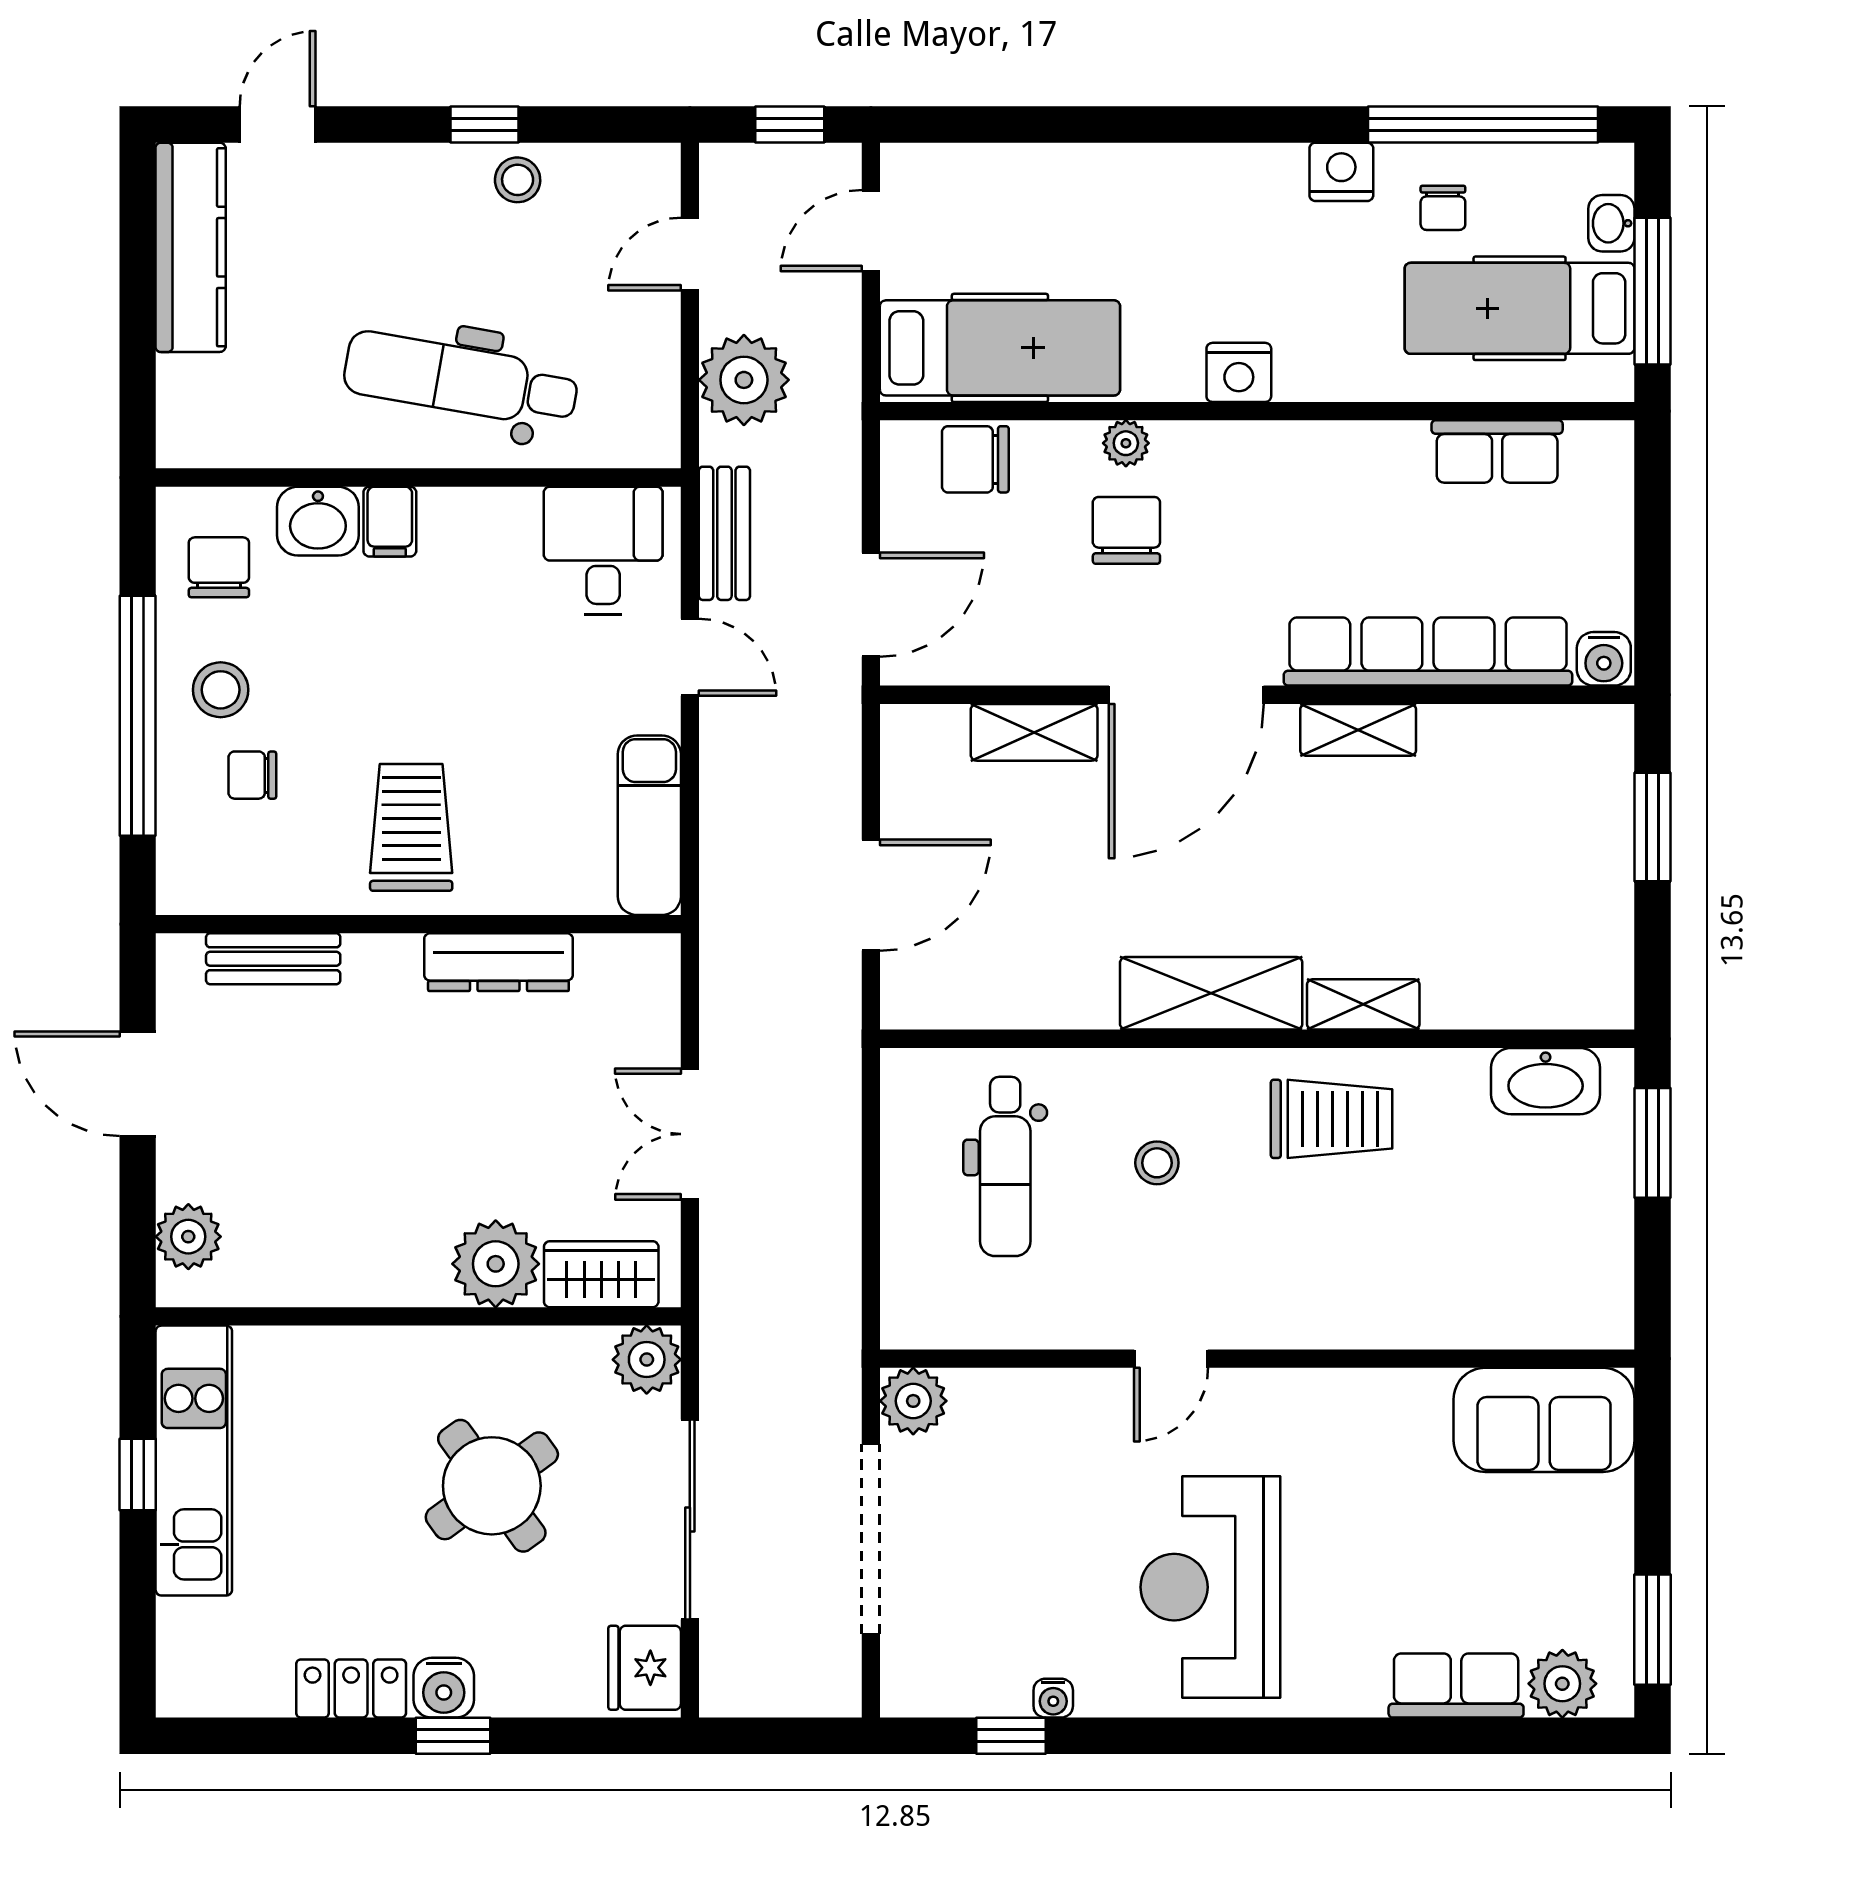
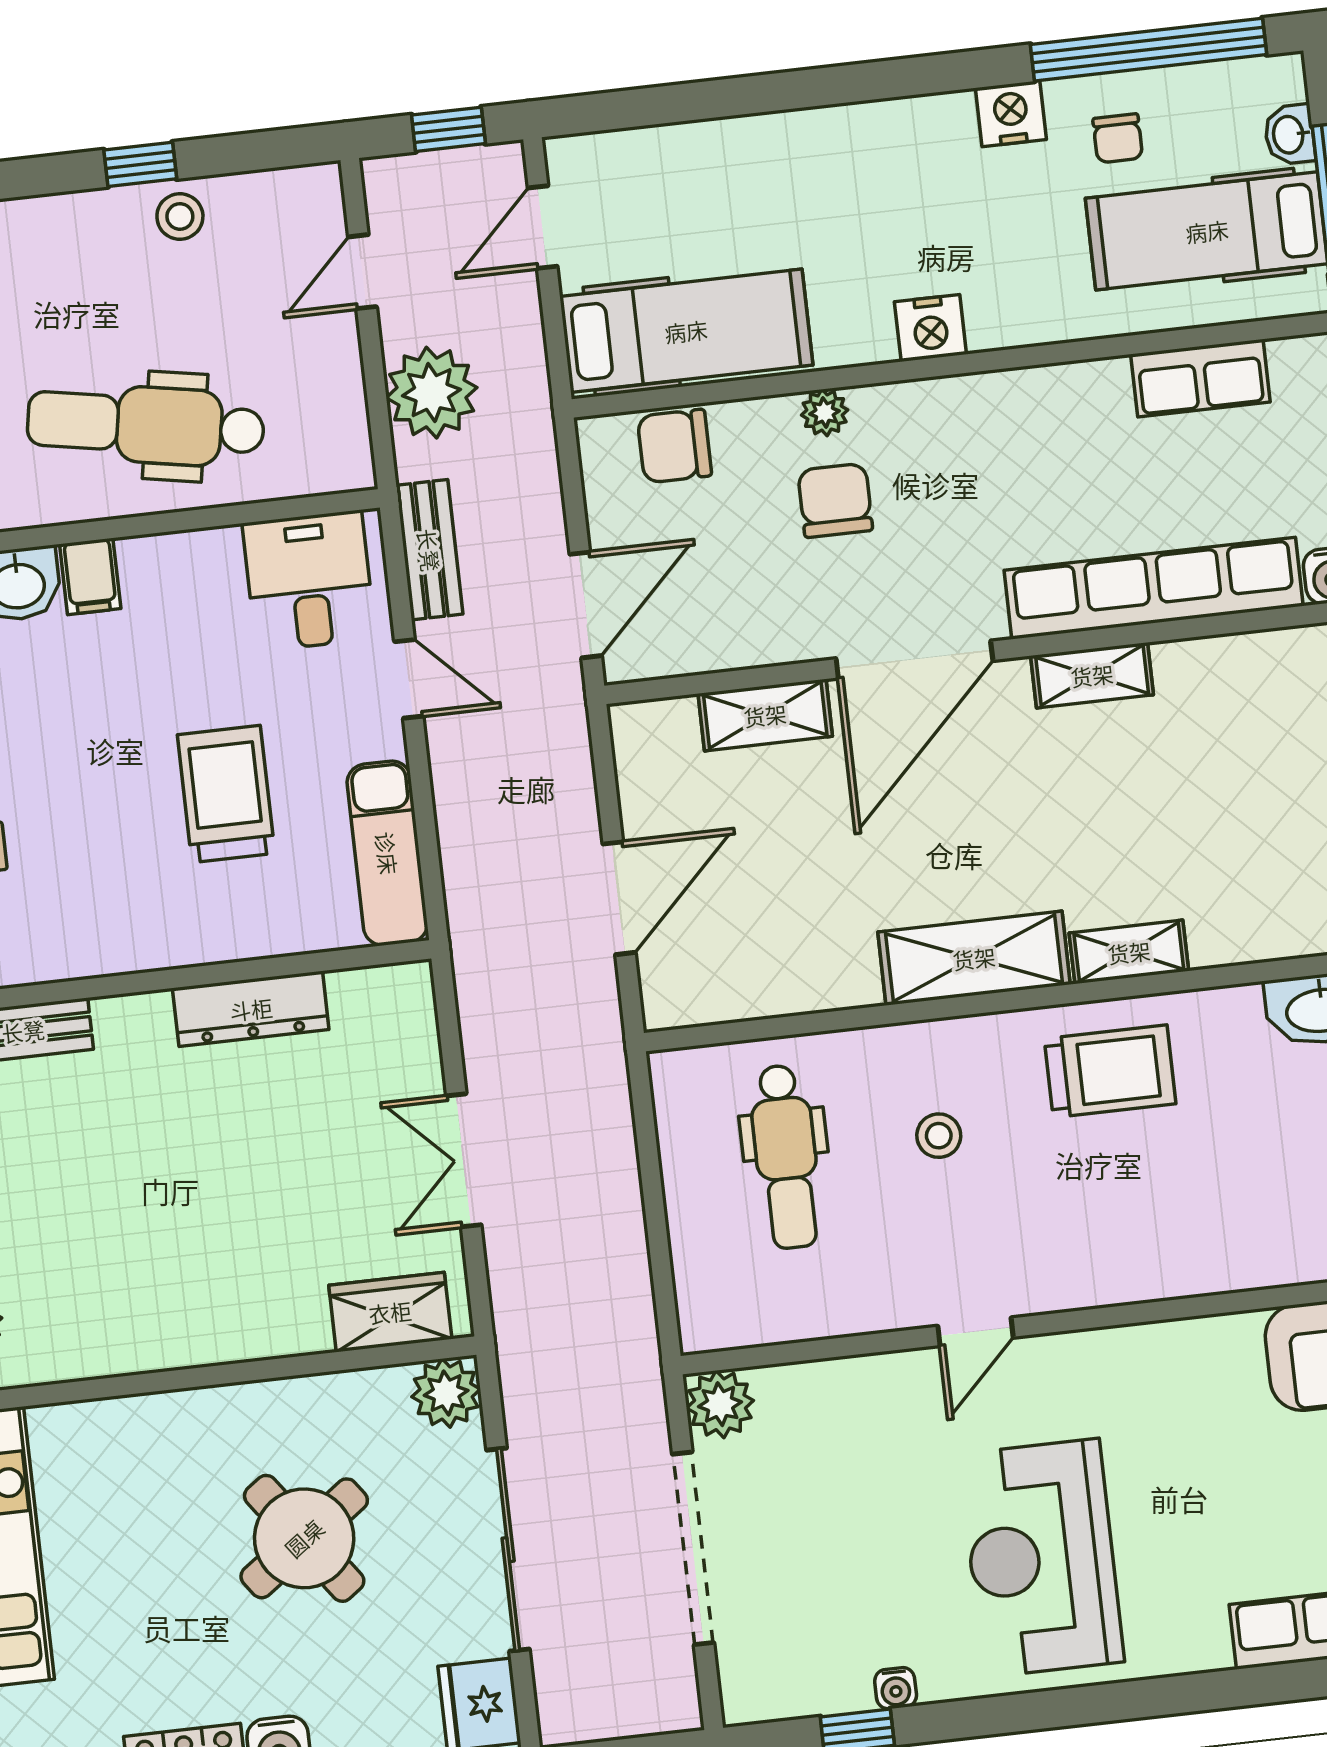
trolley: (411, 827) -> (226, 794), moved
plant: (496, 1264) -> (283, 1314), removed

